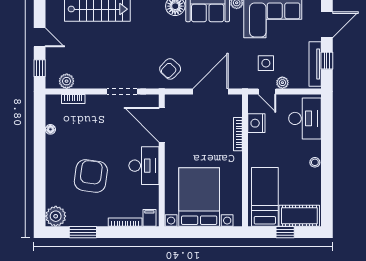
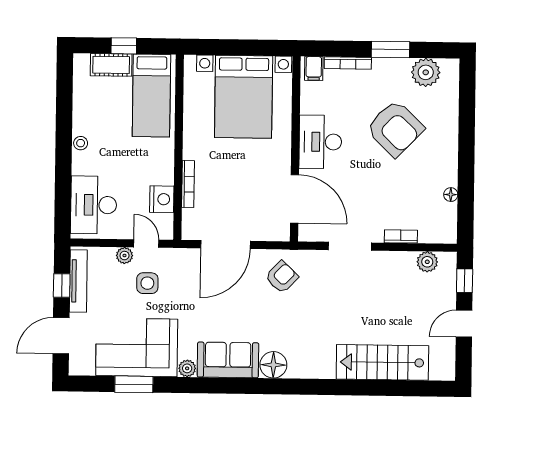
door: (40, 37) -> (464, 324), hinge flipped
bookcase: (73, 99) -> (401, 236), moved
armchair: (91, 176) -> (395, 128), turned -54
plant: (56, 216) -> (426, 72), moved
cot: (299, 216) -> (111, 65), width x0.73, depth x0.75
window: (83, 232) -> (391, 50), moved

